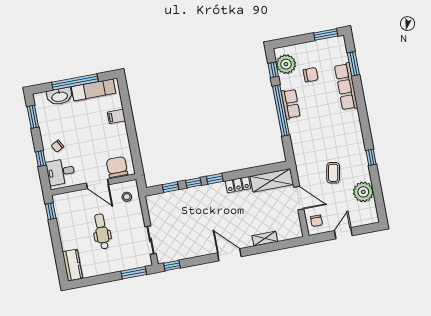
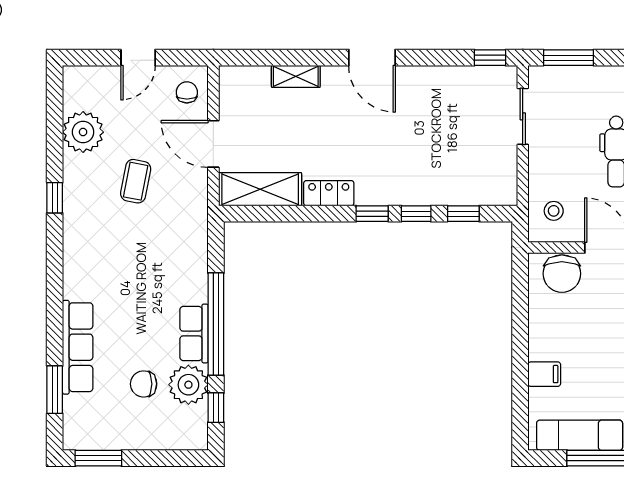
plant: (286, 64) -> (188, 385), moved

